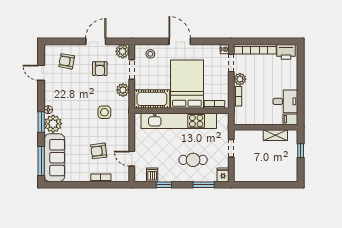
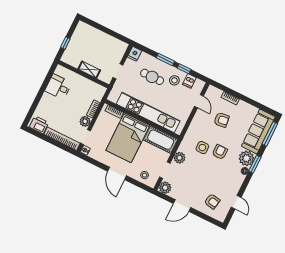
armchair: (100, 69) -> (220, 152), moved
filing cabinet: (290, 119) -> (61, 71), removed
shelving: (275, 135) -> (89, 70), moved
stool: (168, 168) -> (174, 80), added
window: (204, 185) -> (165, 59), moved

